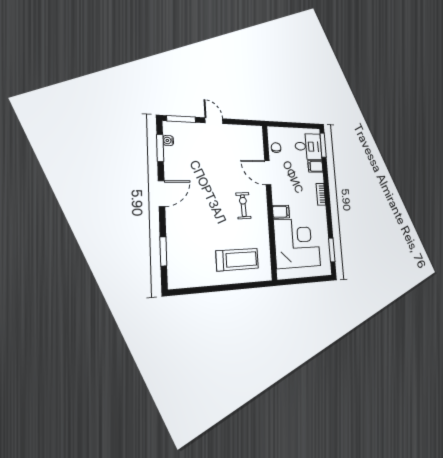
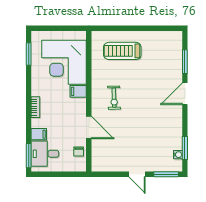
door: (162, 194) -> (185, 94), moved

